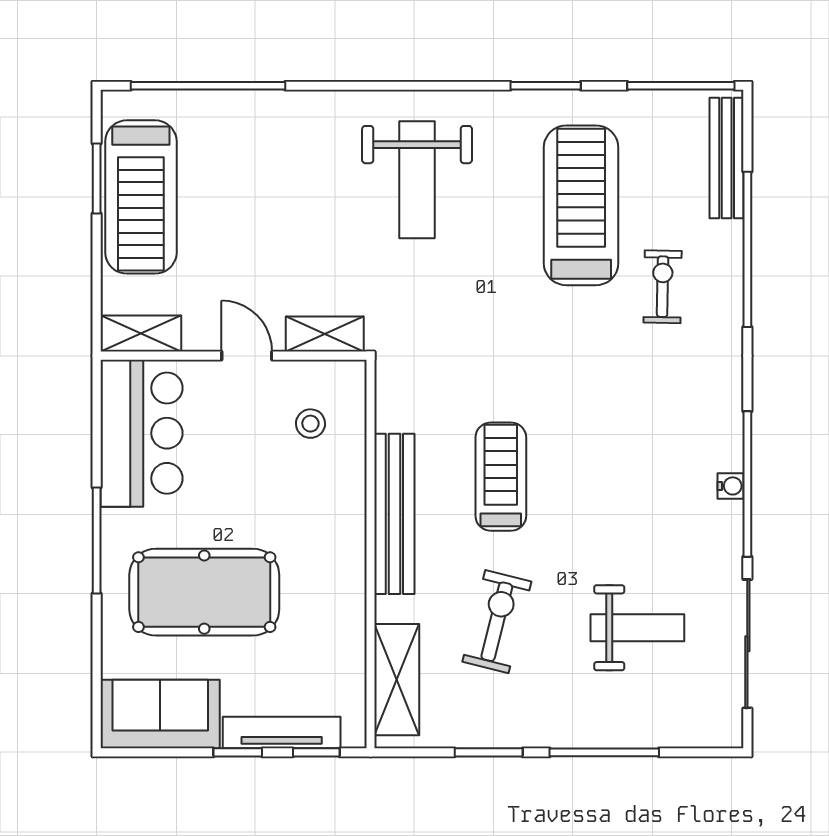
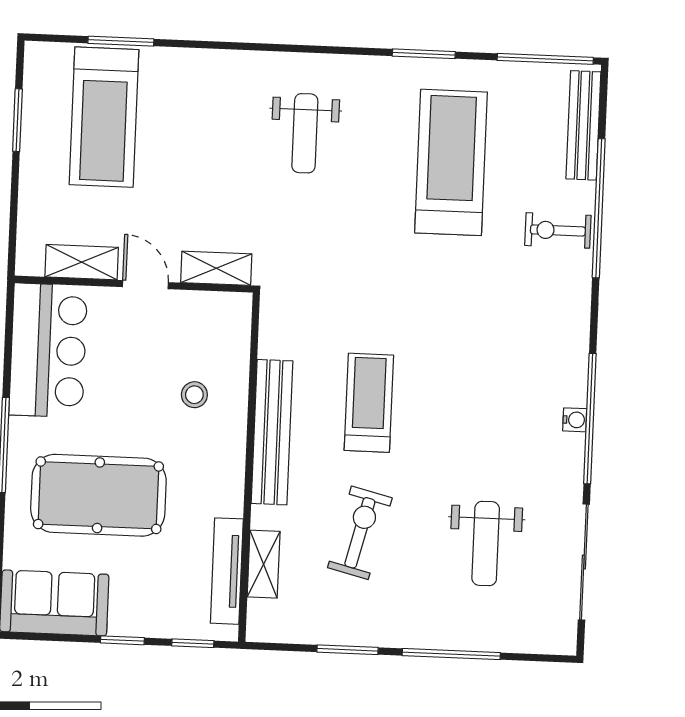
window: (208, 86) -> (121, 41), width x0.47
weight bench: (417, 180) -> (305, 133), width x0.73, depth x0.75
treadmill: (141, 197) -> (104, 117), moved
exercise bike: (663, 287) -> (558, 230), moved, turned -91
shelving: (141, 333) -> (82, 262), moved
stool: (310, 424) -> (194, 395), moved
weight bench: (637, 628) -> (486, 544), turned 90
shelving: (397, 680) -> (264, 564), width x0.67, depth x0.75
tv unit: (282, 732) -> (227, 571), moved, turned -90

